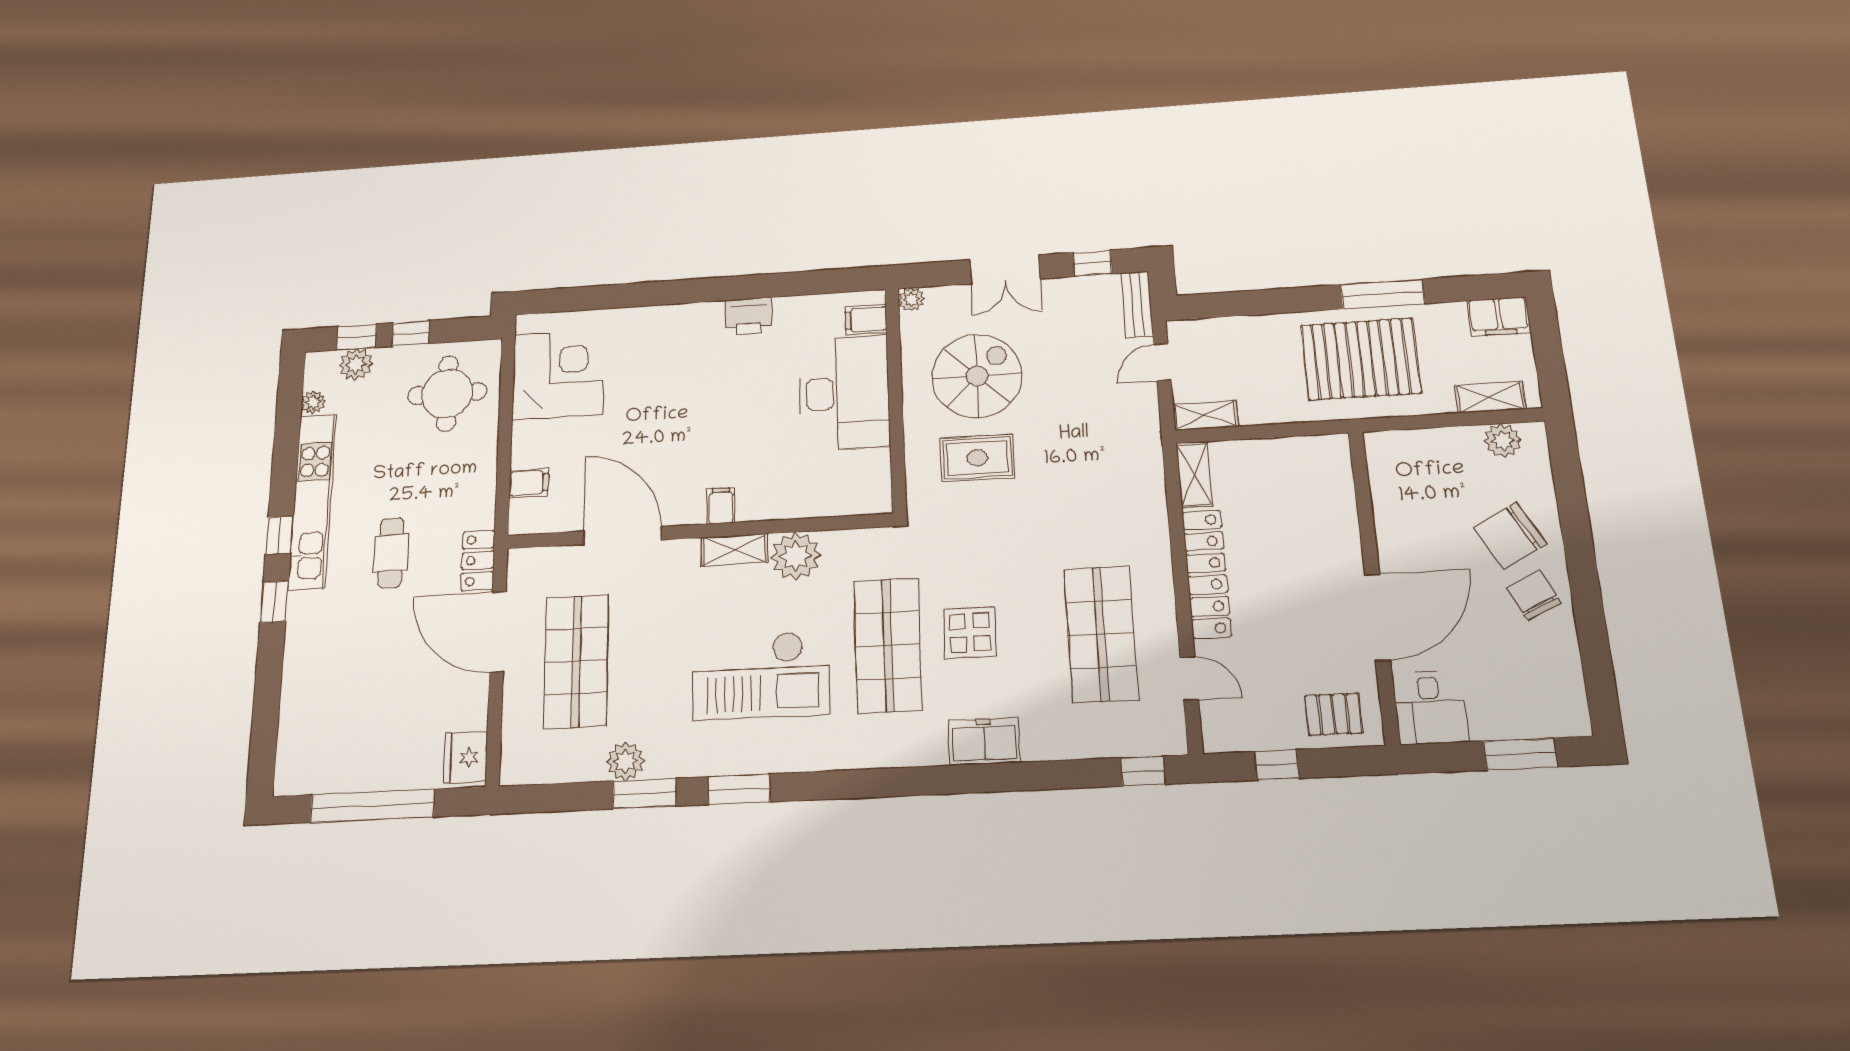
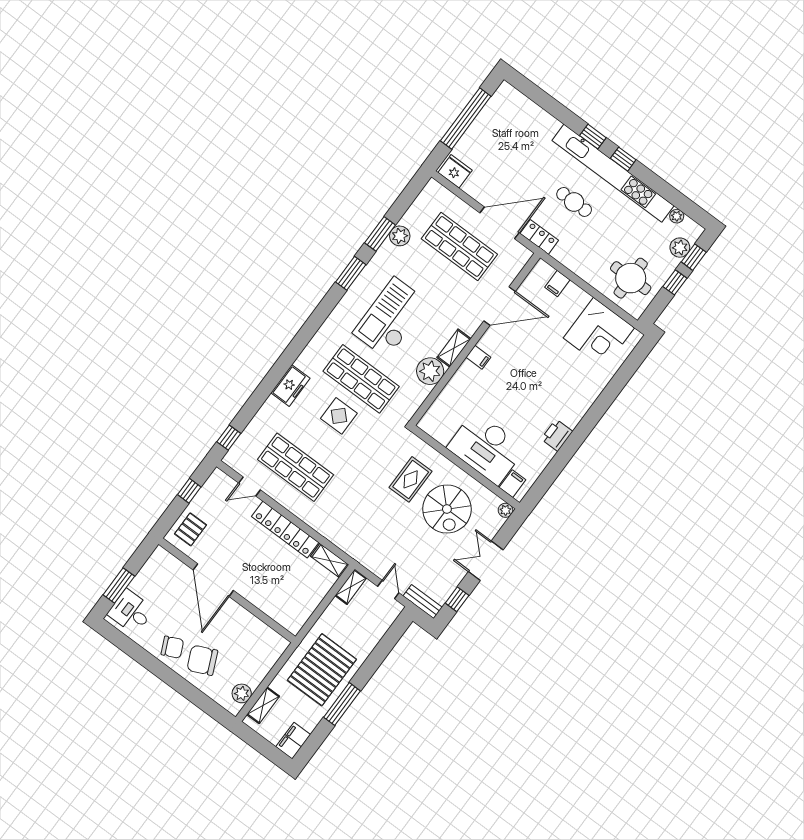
kitchen unit: (312, 501) -> (613, 173), width x1.36
chair: (1510, 536) -> (202, 660), turned -86
desk: (1430, 707) -> (131, 612), moved

